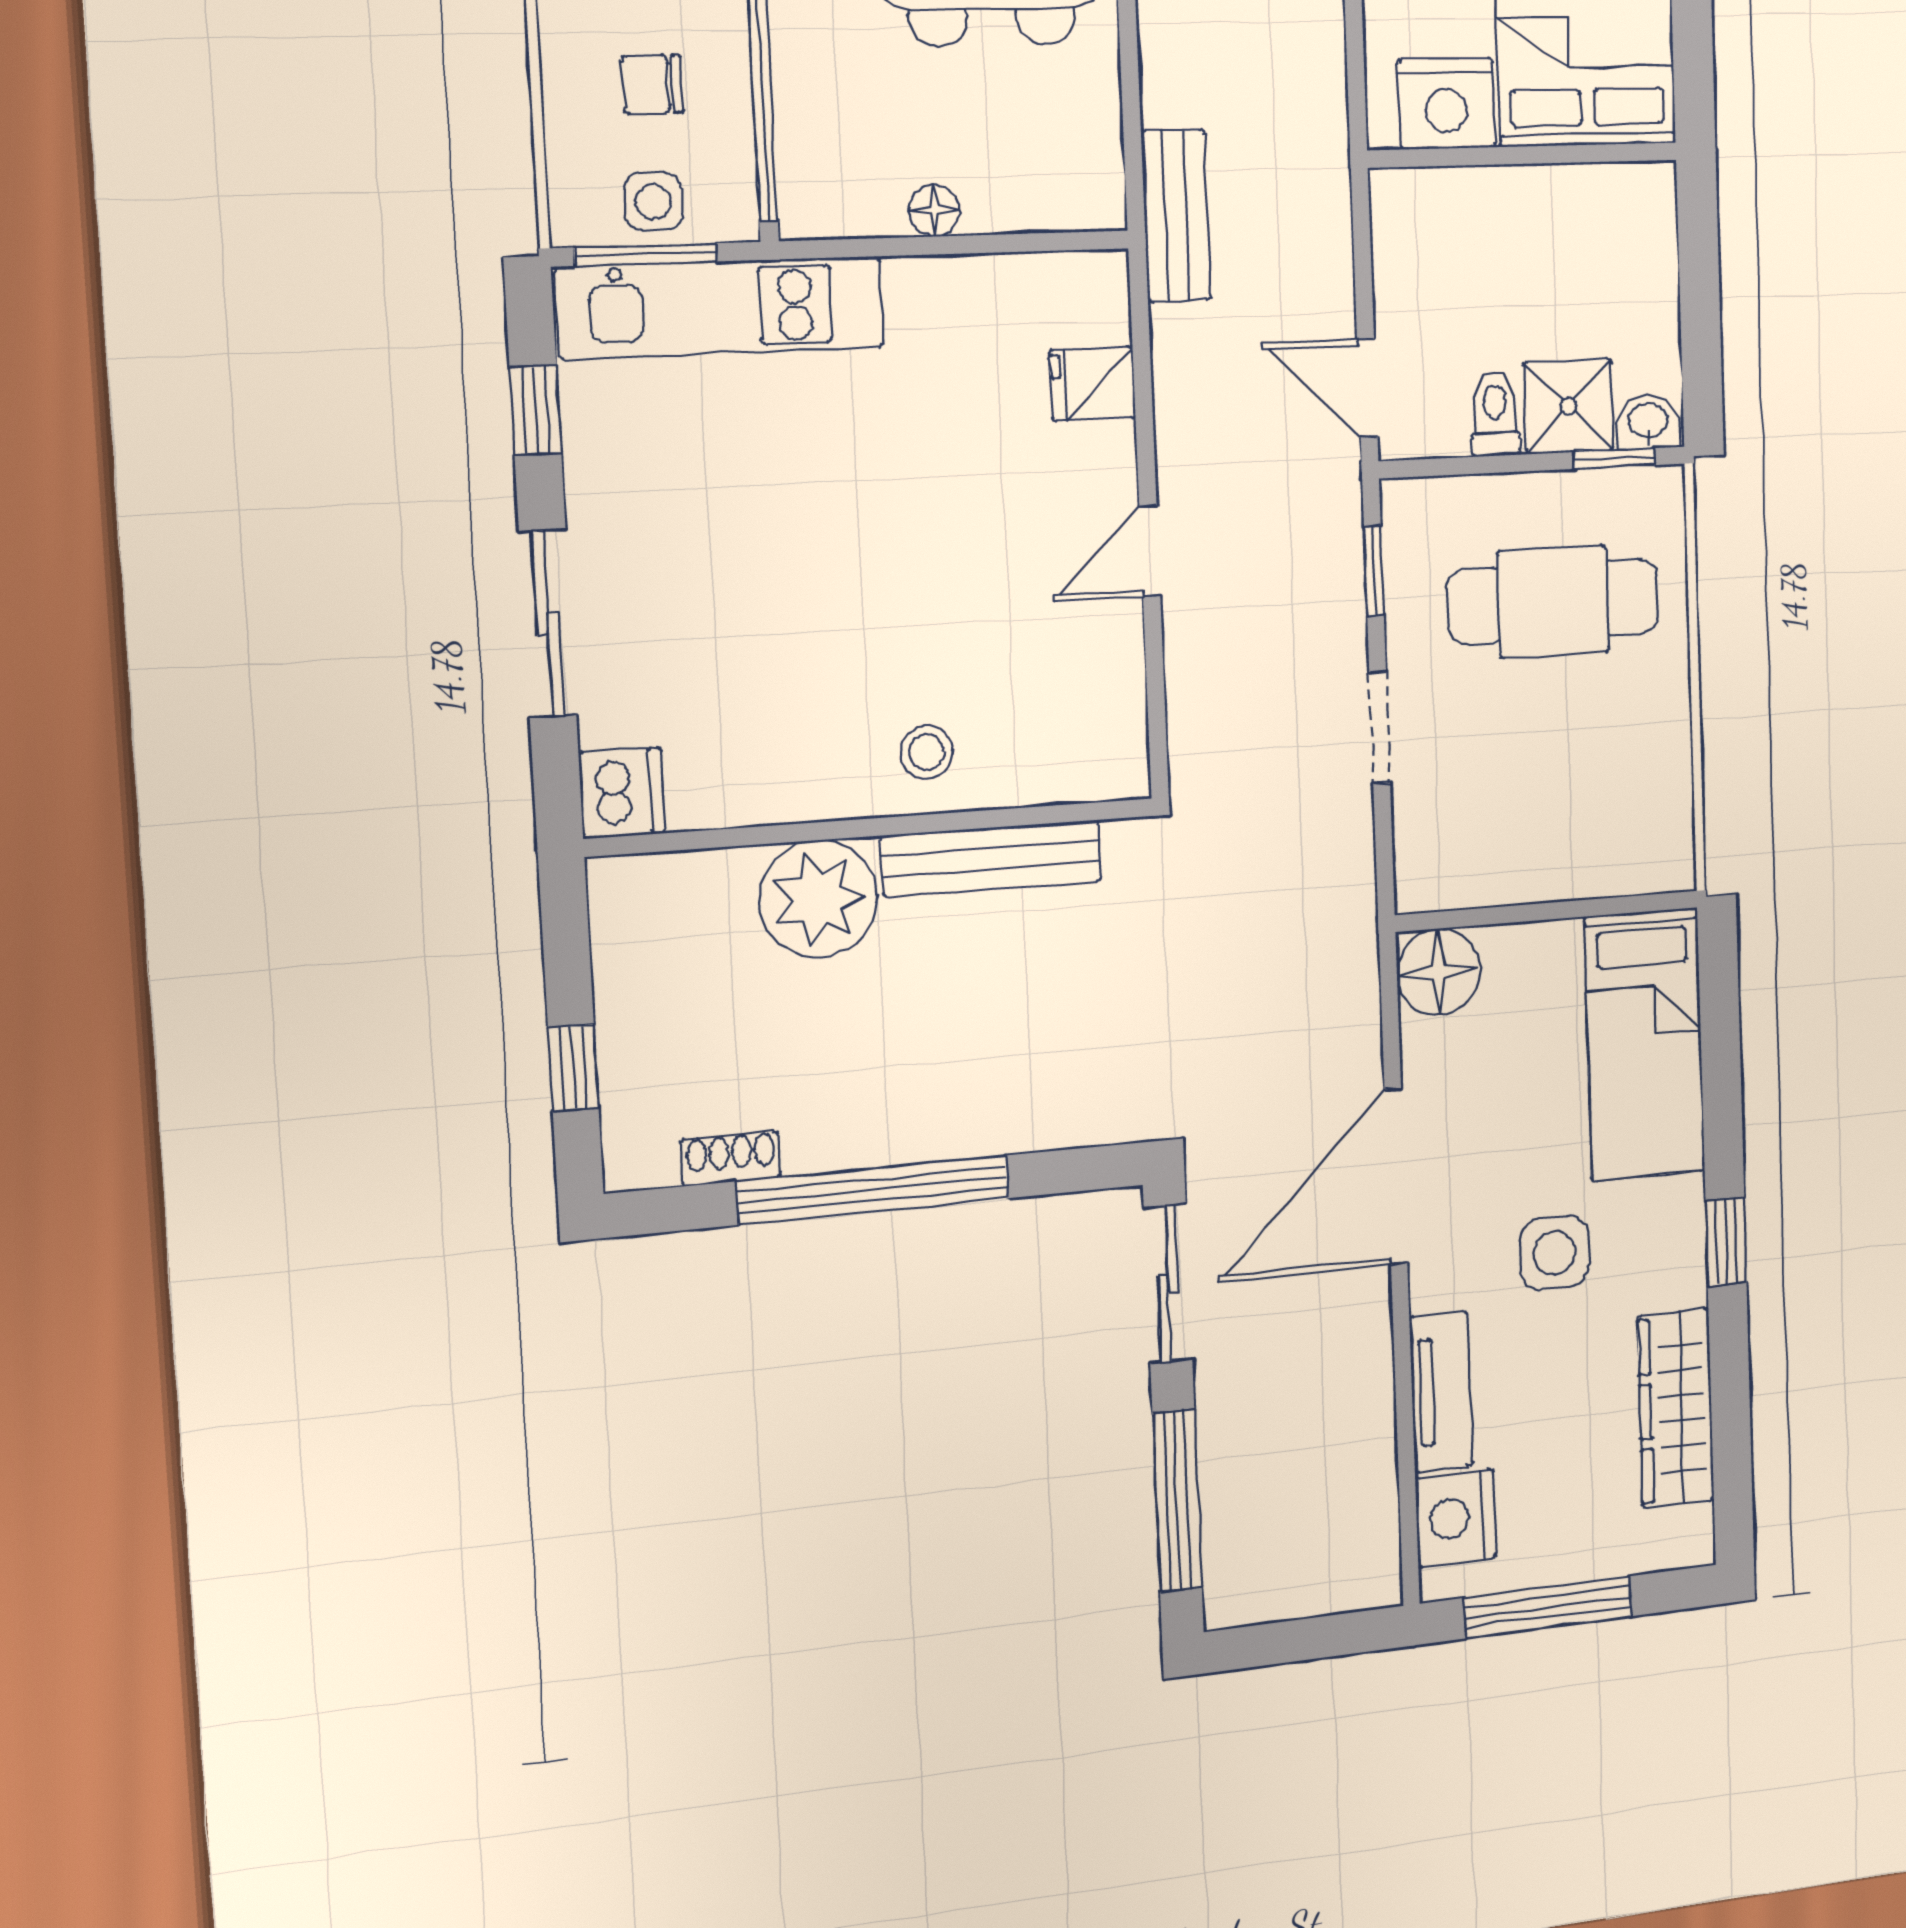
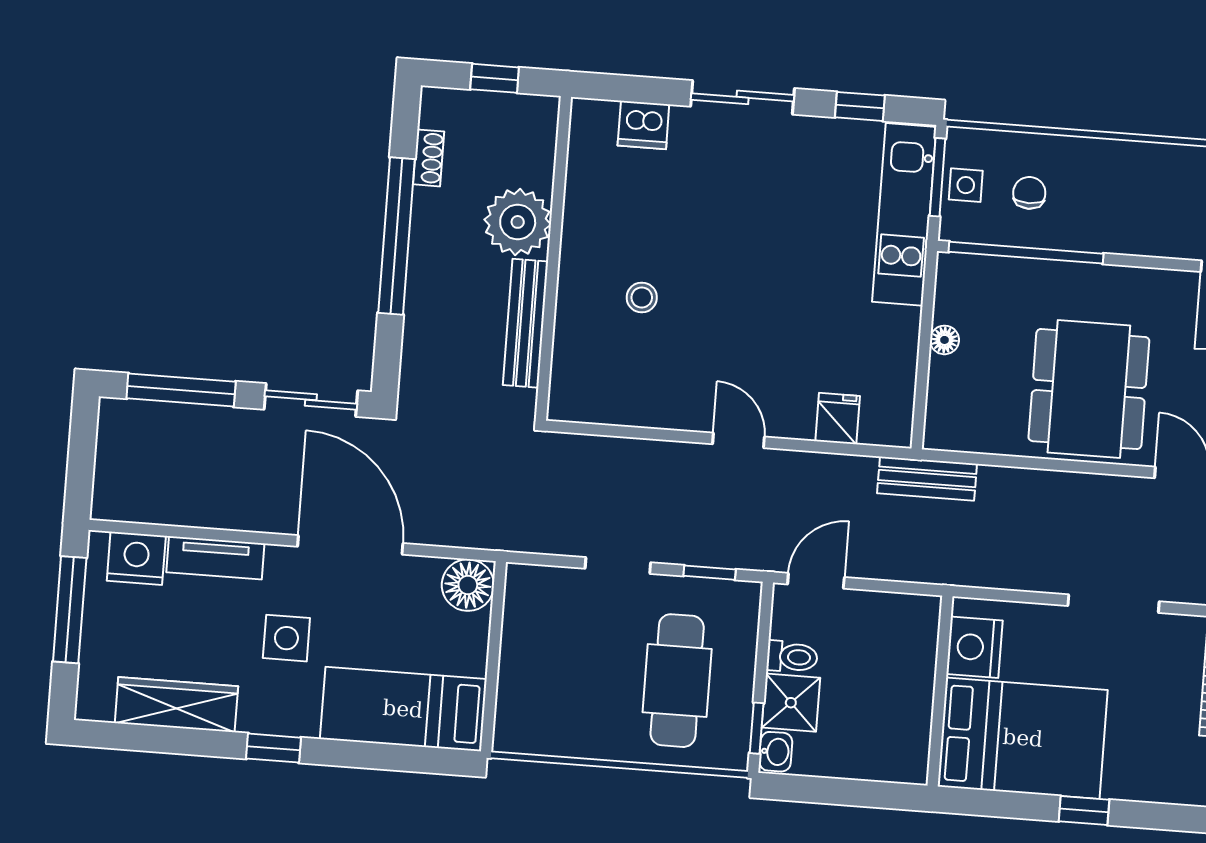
wall: (874, 827) -> (553, 258), moved
bench: (991, 858) -> (526, 323), moved
plant: (818, 899) -> (518, 222), moved

